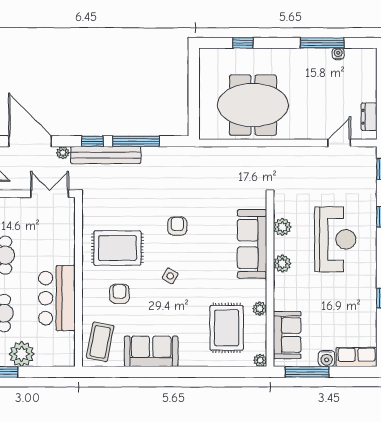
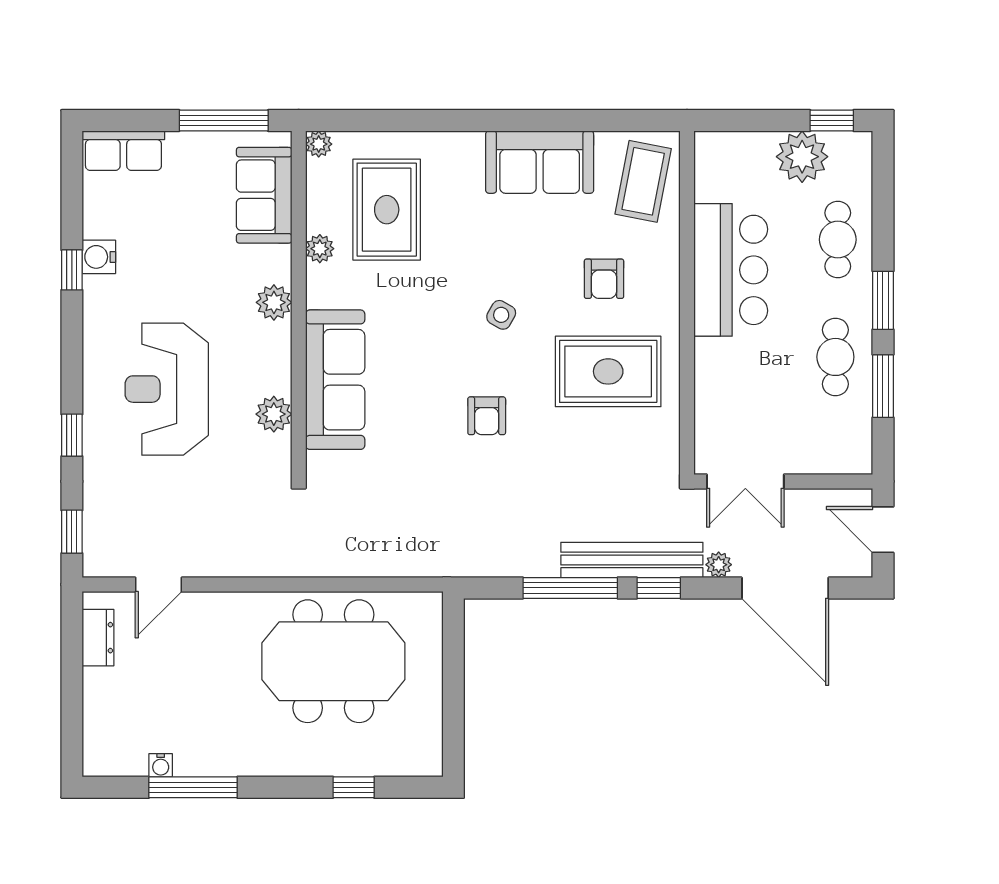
plant: (282, 263) -> (274, 302), moved
water cooler: (327, 359) -> (99, 257), moved, turned -90

